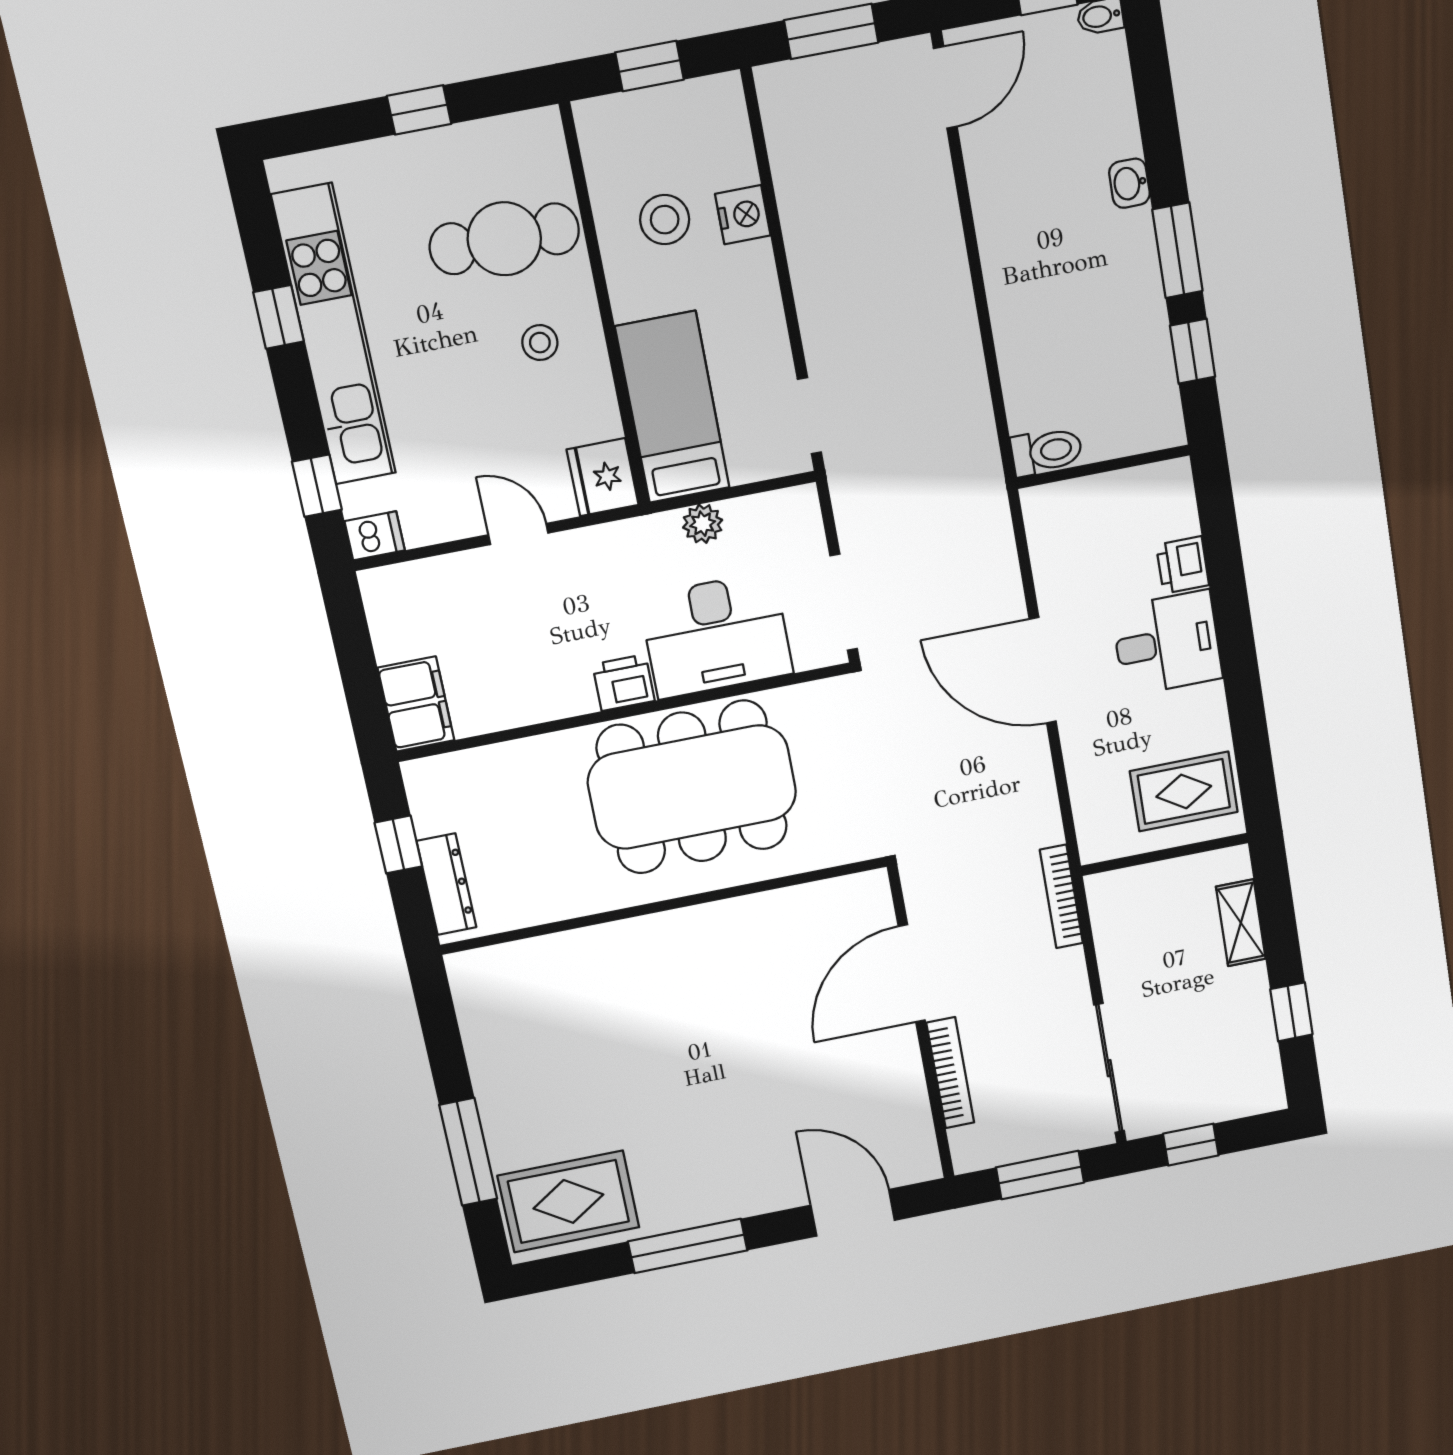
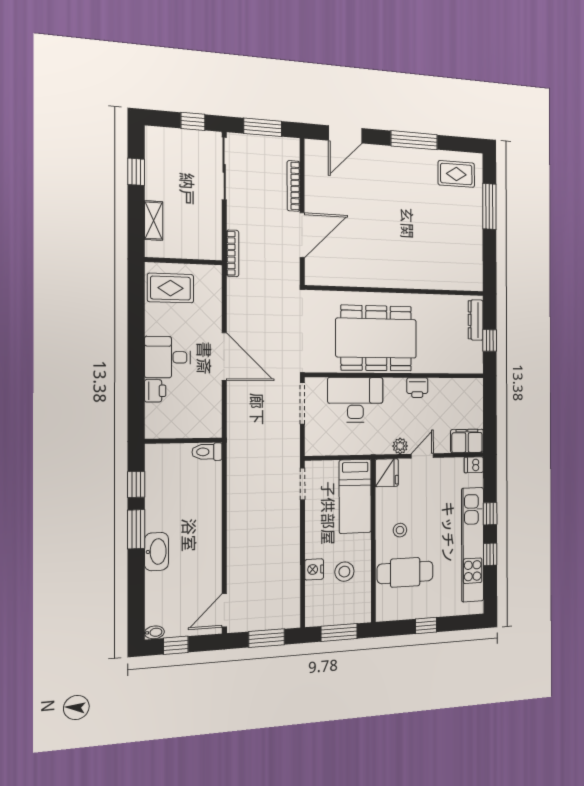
window: (649, 66) -> (339, 632), width x1.50
washbasin: (1129, 183) -> (156, 552), width x1.91, depth x1.45
window: (317, 486) -> (490, 514), moved
plant: (703, 524) -> (400, 446), moved
door: (518, 534) -> (422, 456), swing flipped
printer: (624, 683) -> (417, 388), moved
filing cabinet: (416, 704) -> (467, 441), moved, turned 90
rug: (568, 1201) -> (456, 174), width x0.73, depth x0.70
door: (853, 1213) -> (345, 134), hinge flipped

